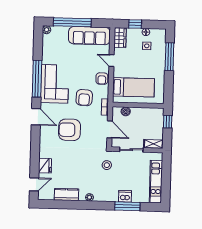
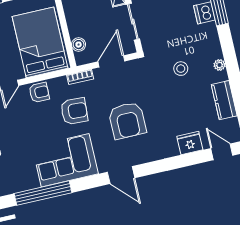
window: (37, 79) -> (43, 193), moved
bed: (133, 87) -> (40, 42), width x1.50
door: (36, 117) -> (121, 175), swing flipped
stool: (107, 165) -> (181, 69), moved

